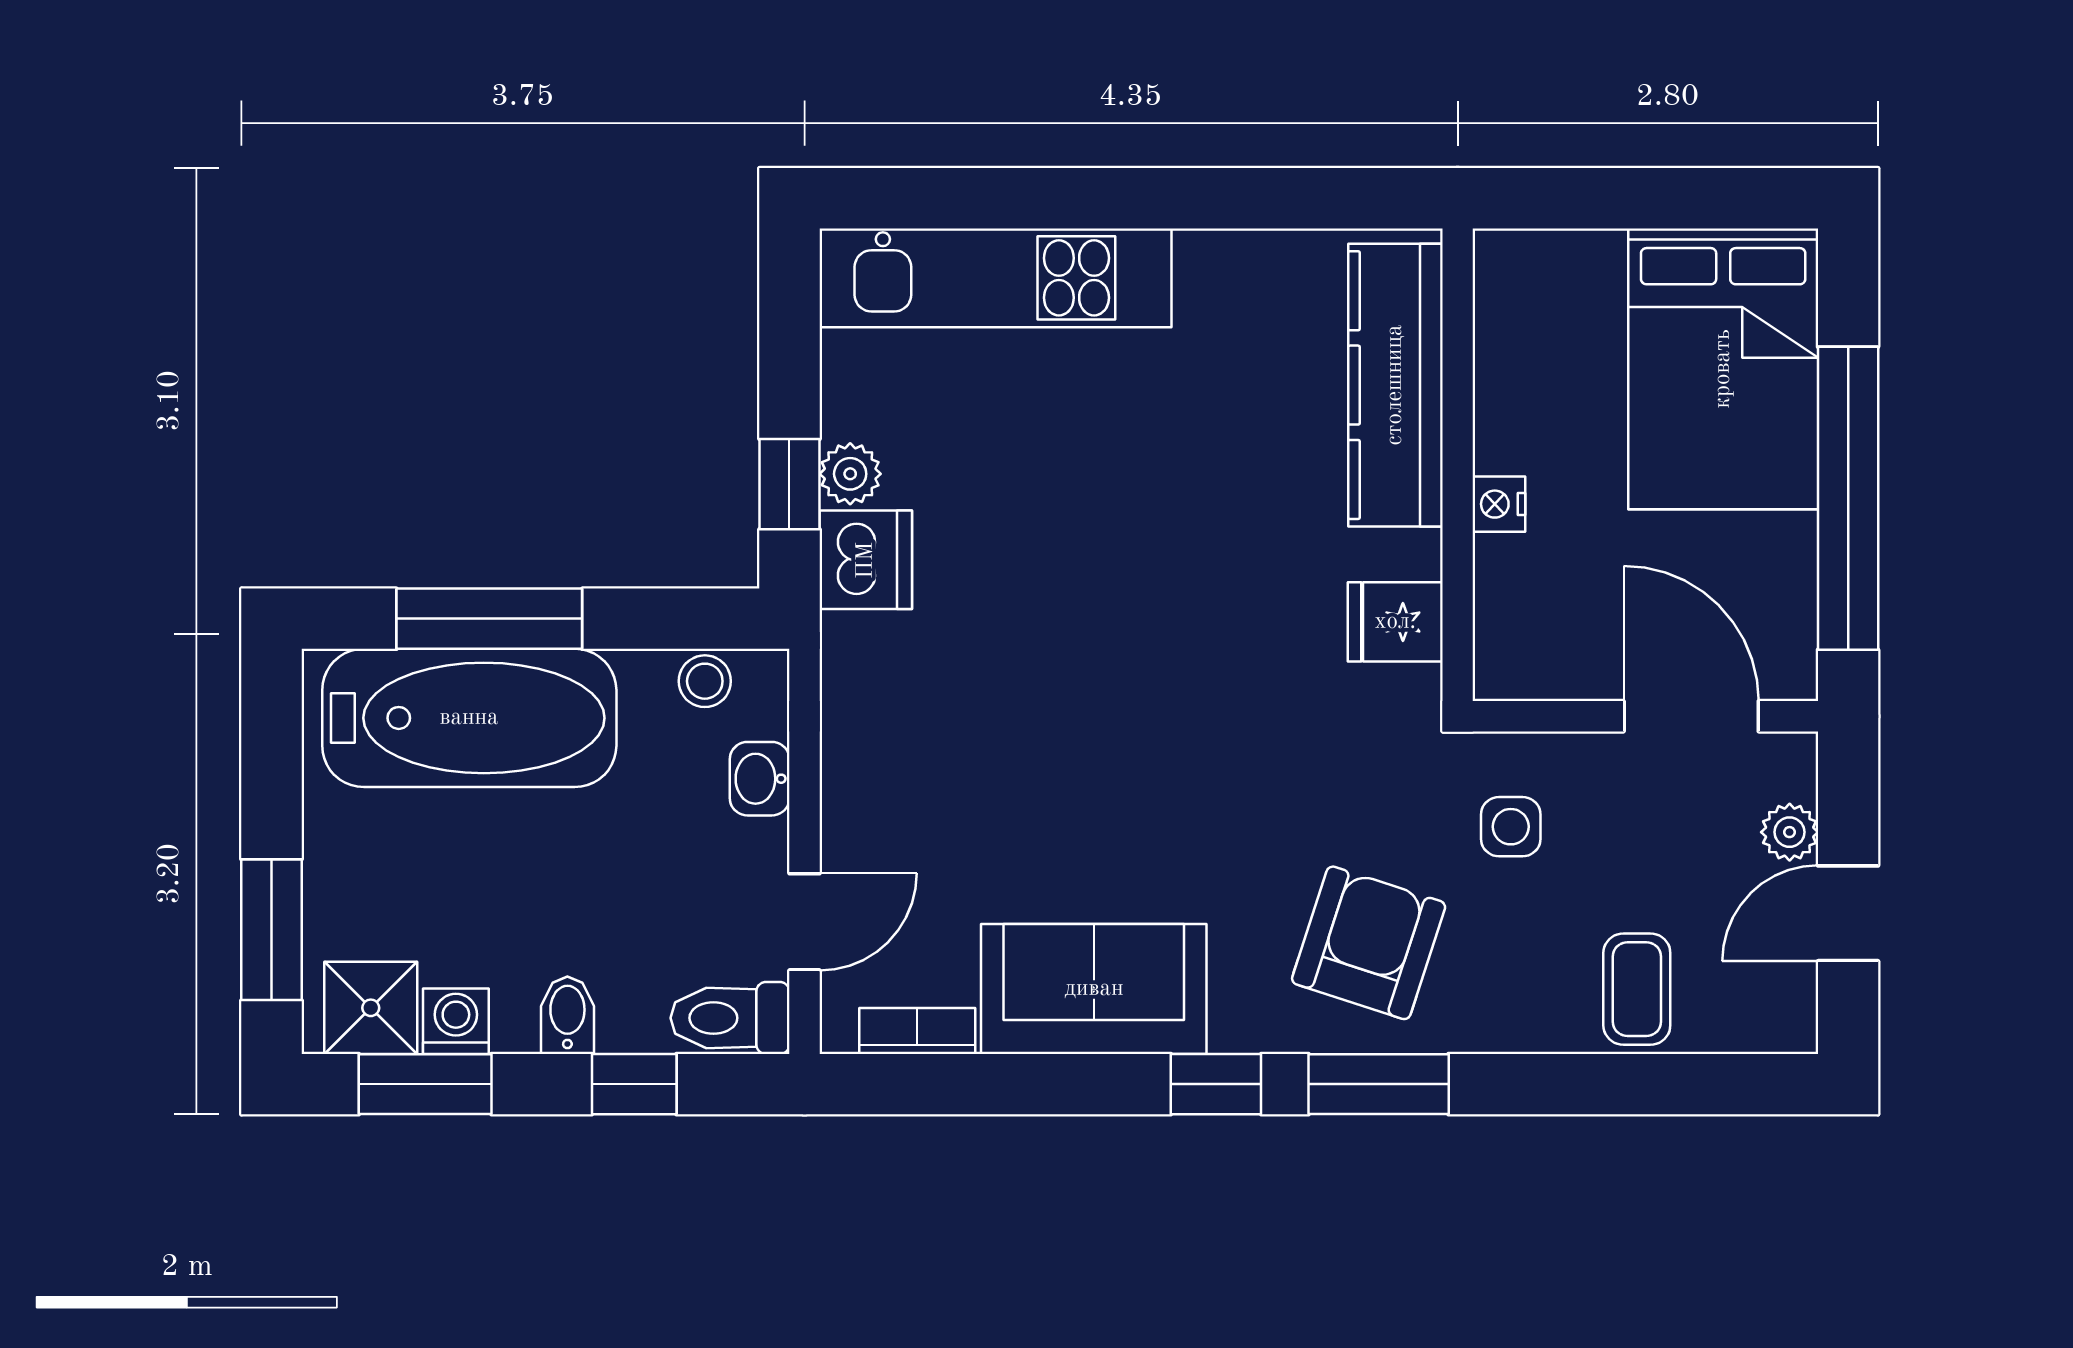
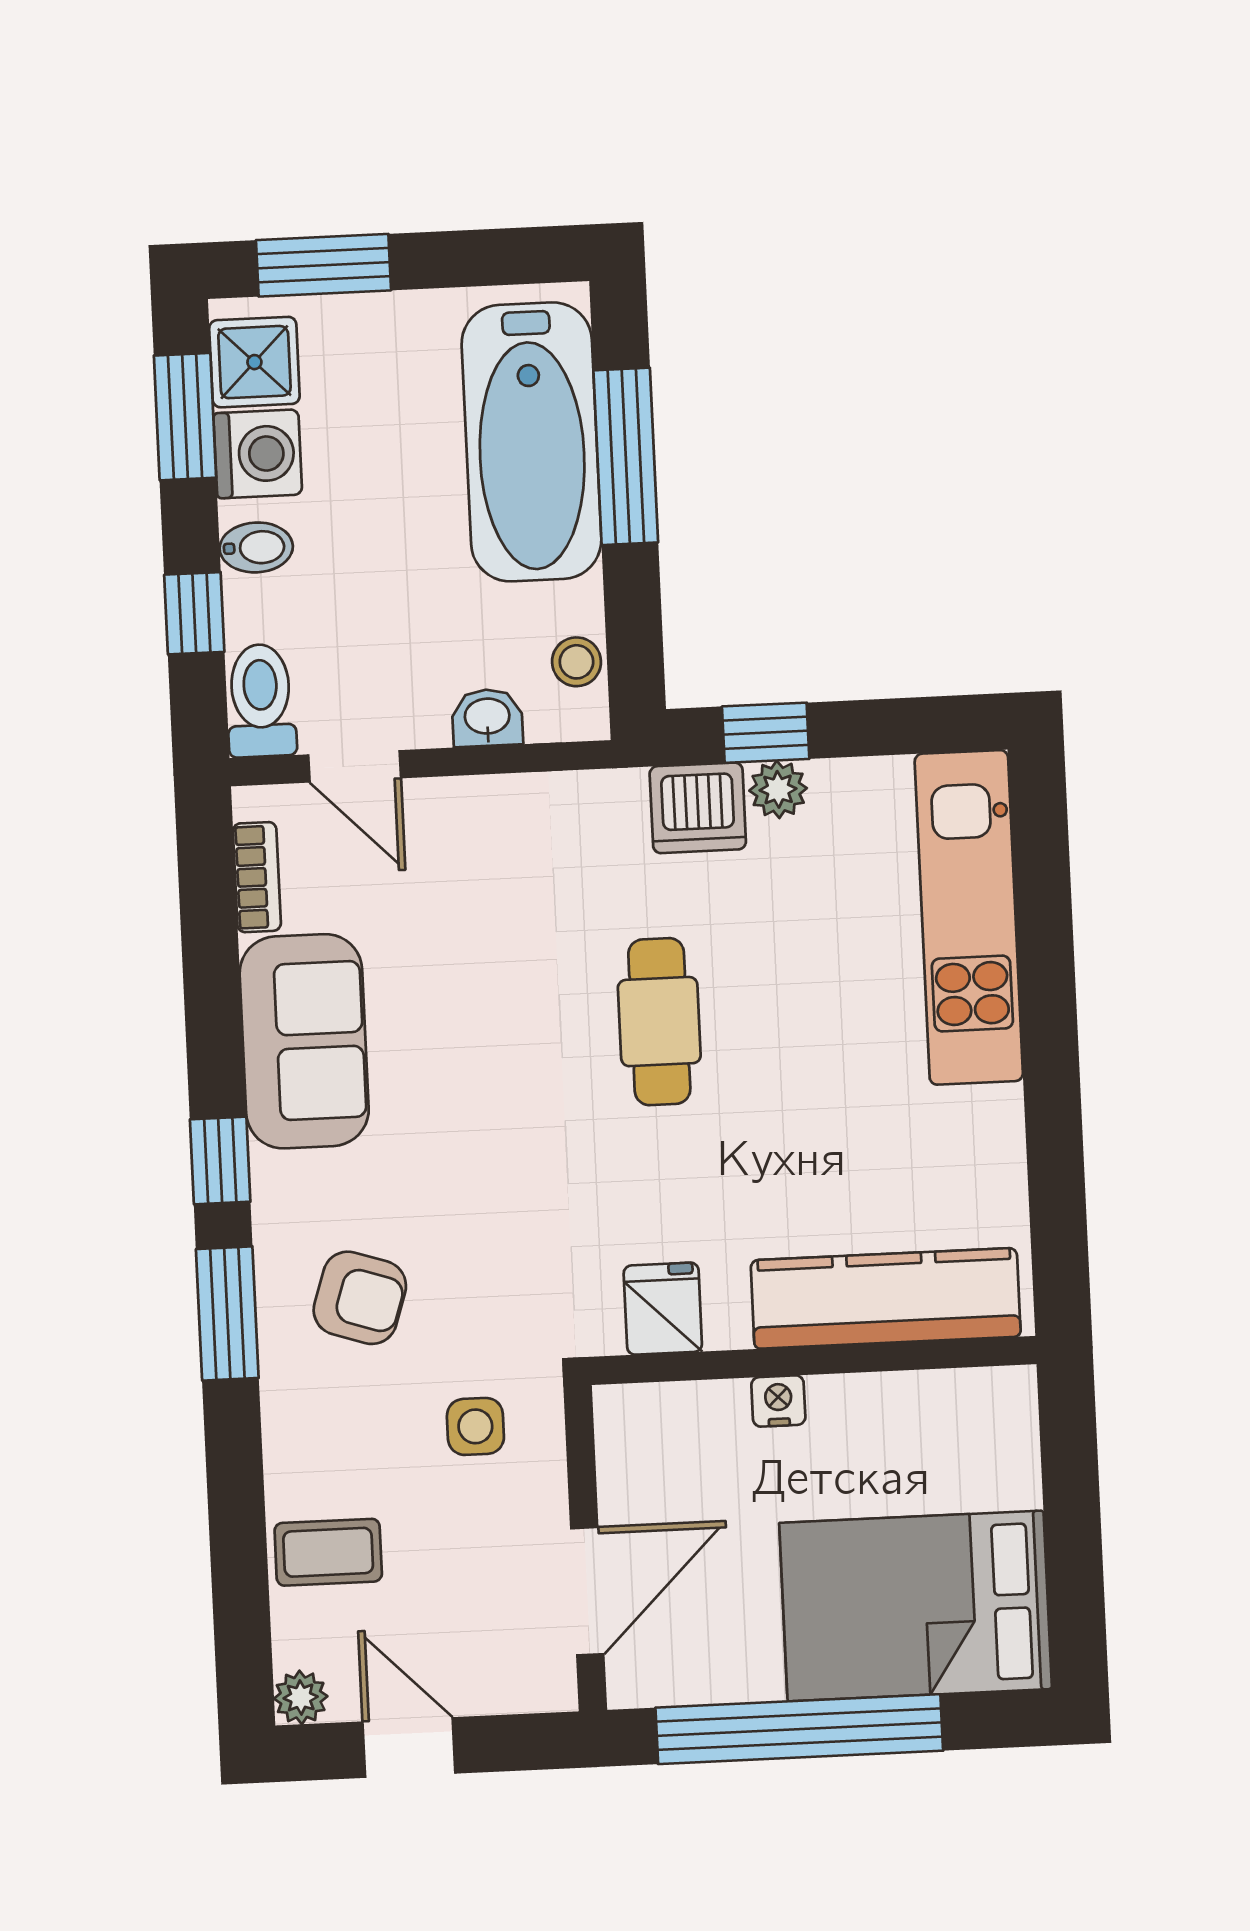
cafe table: (1091, 611) -> (659, 1022), added
plant: (1790, 832) -> (301, 1697), moved
armchair: (1369, 943) -> (360, 1298), width x0.72, depth x0.72
washing machine: (456, 1021) -> (258, 454), width x1.38, depth x1.38

